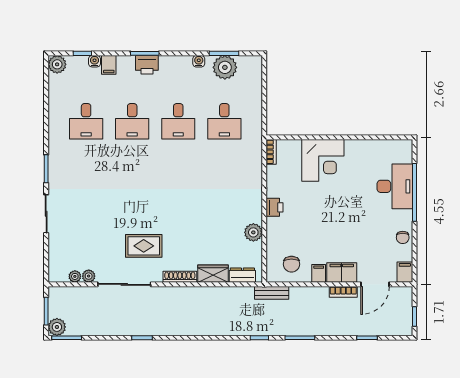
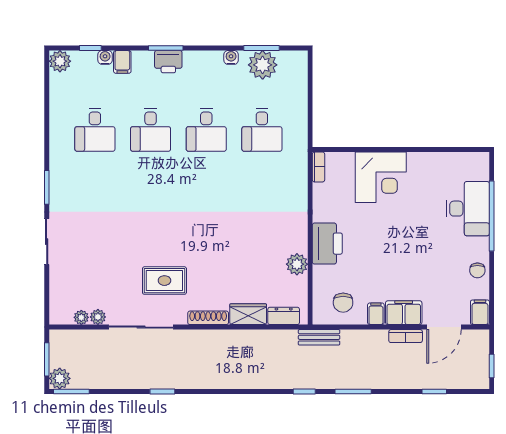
printer: (275, 207) -> (327, 244), width x1.87, depth x1.48

